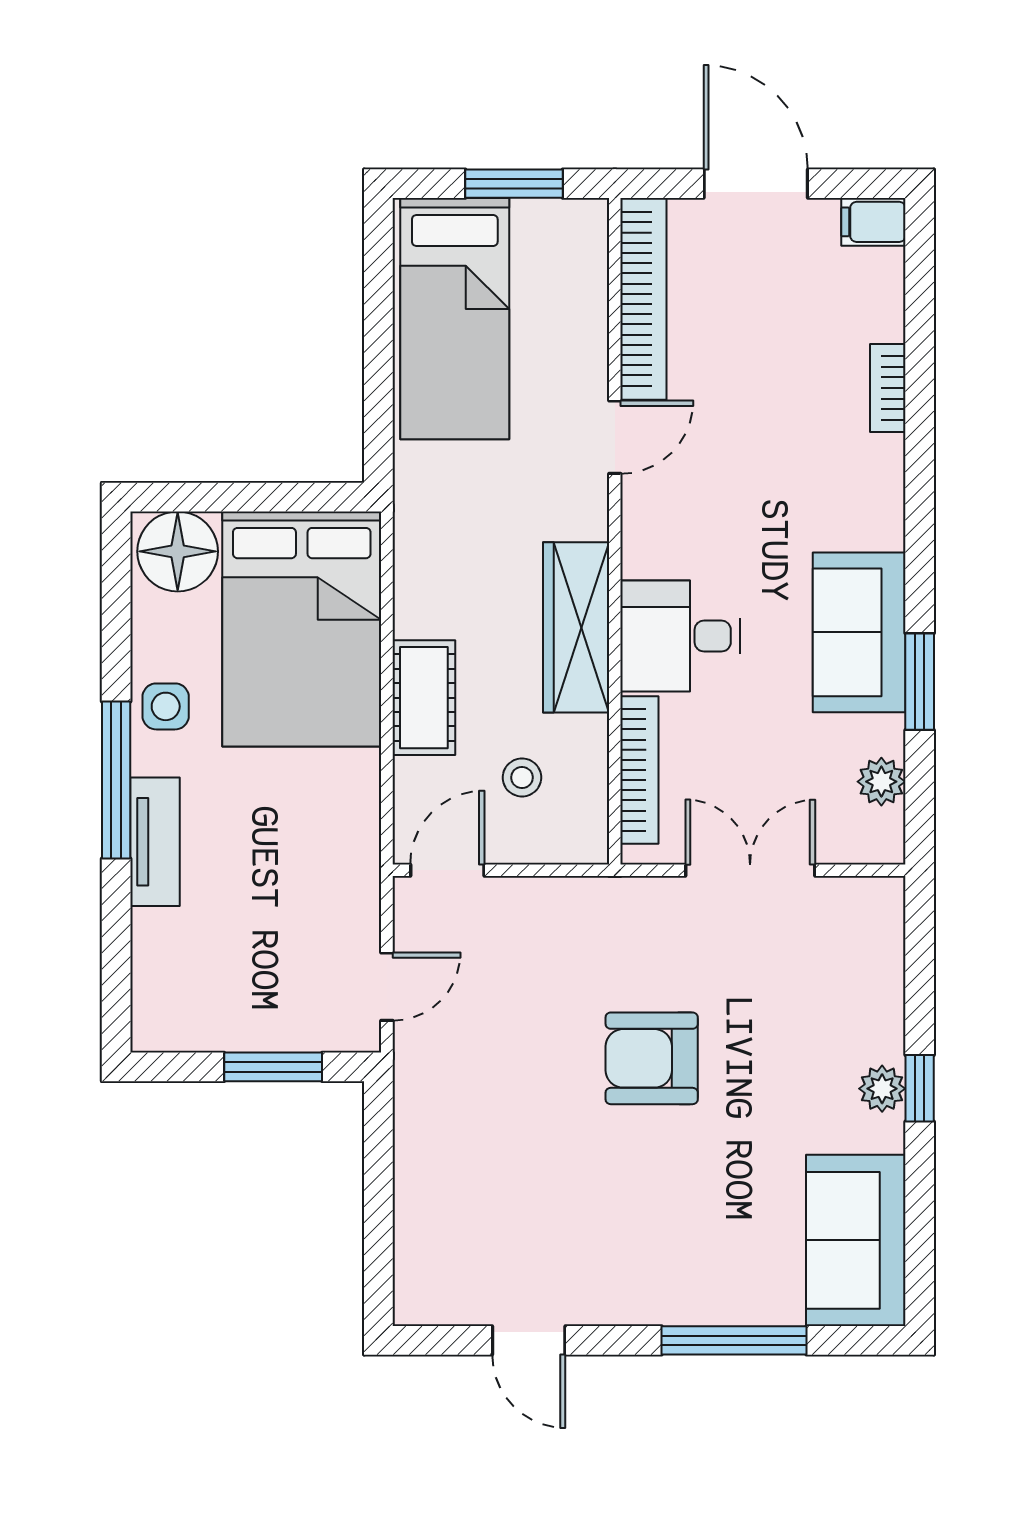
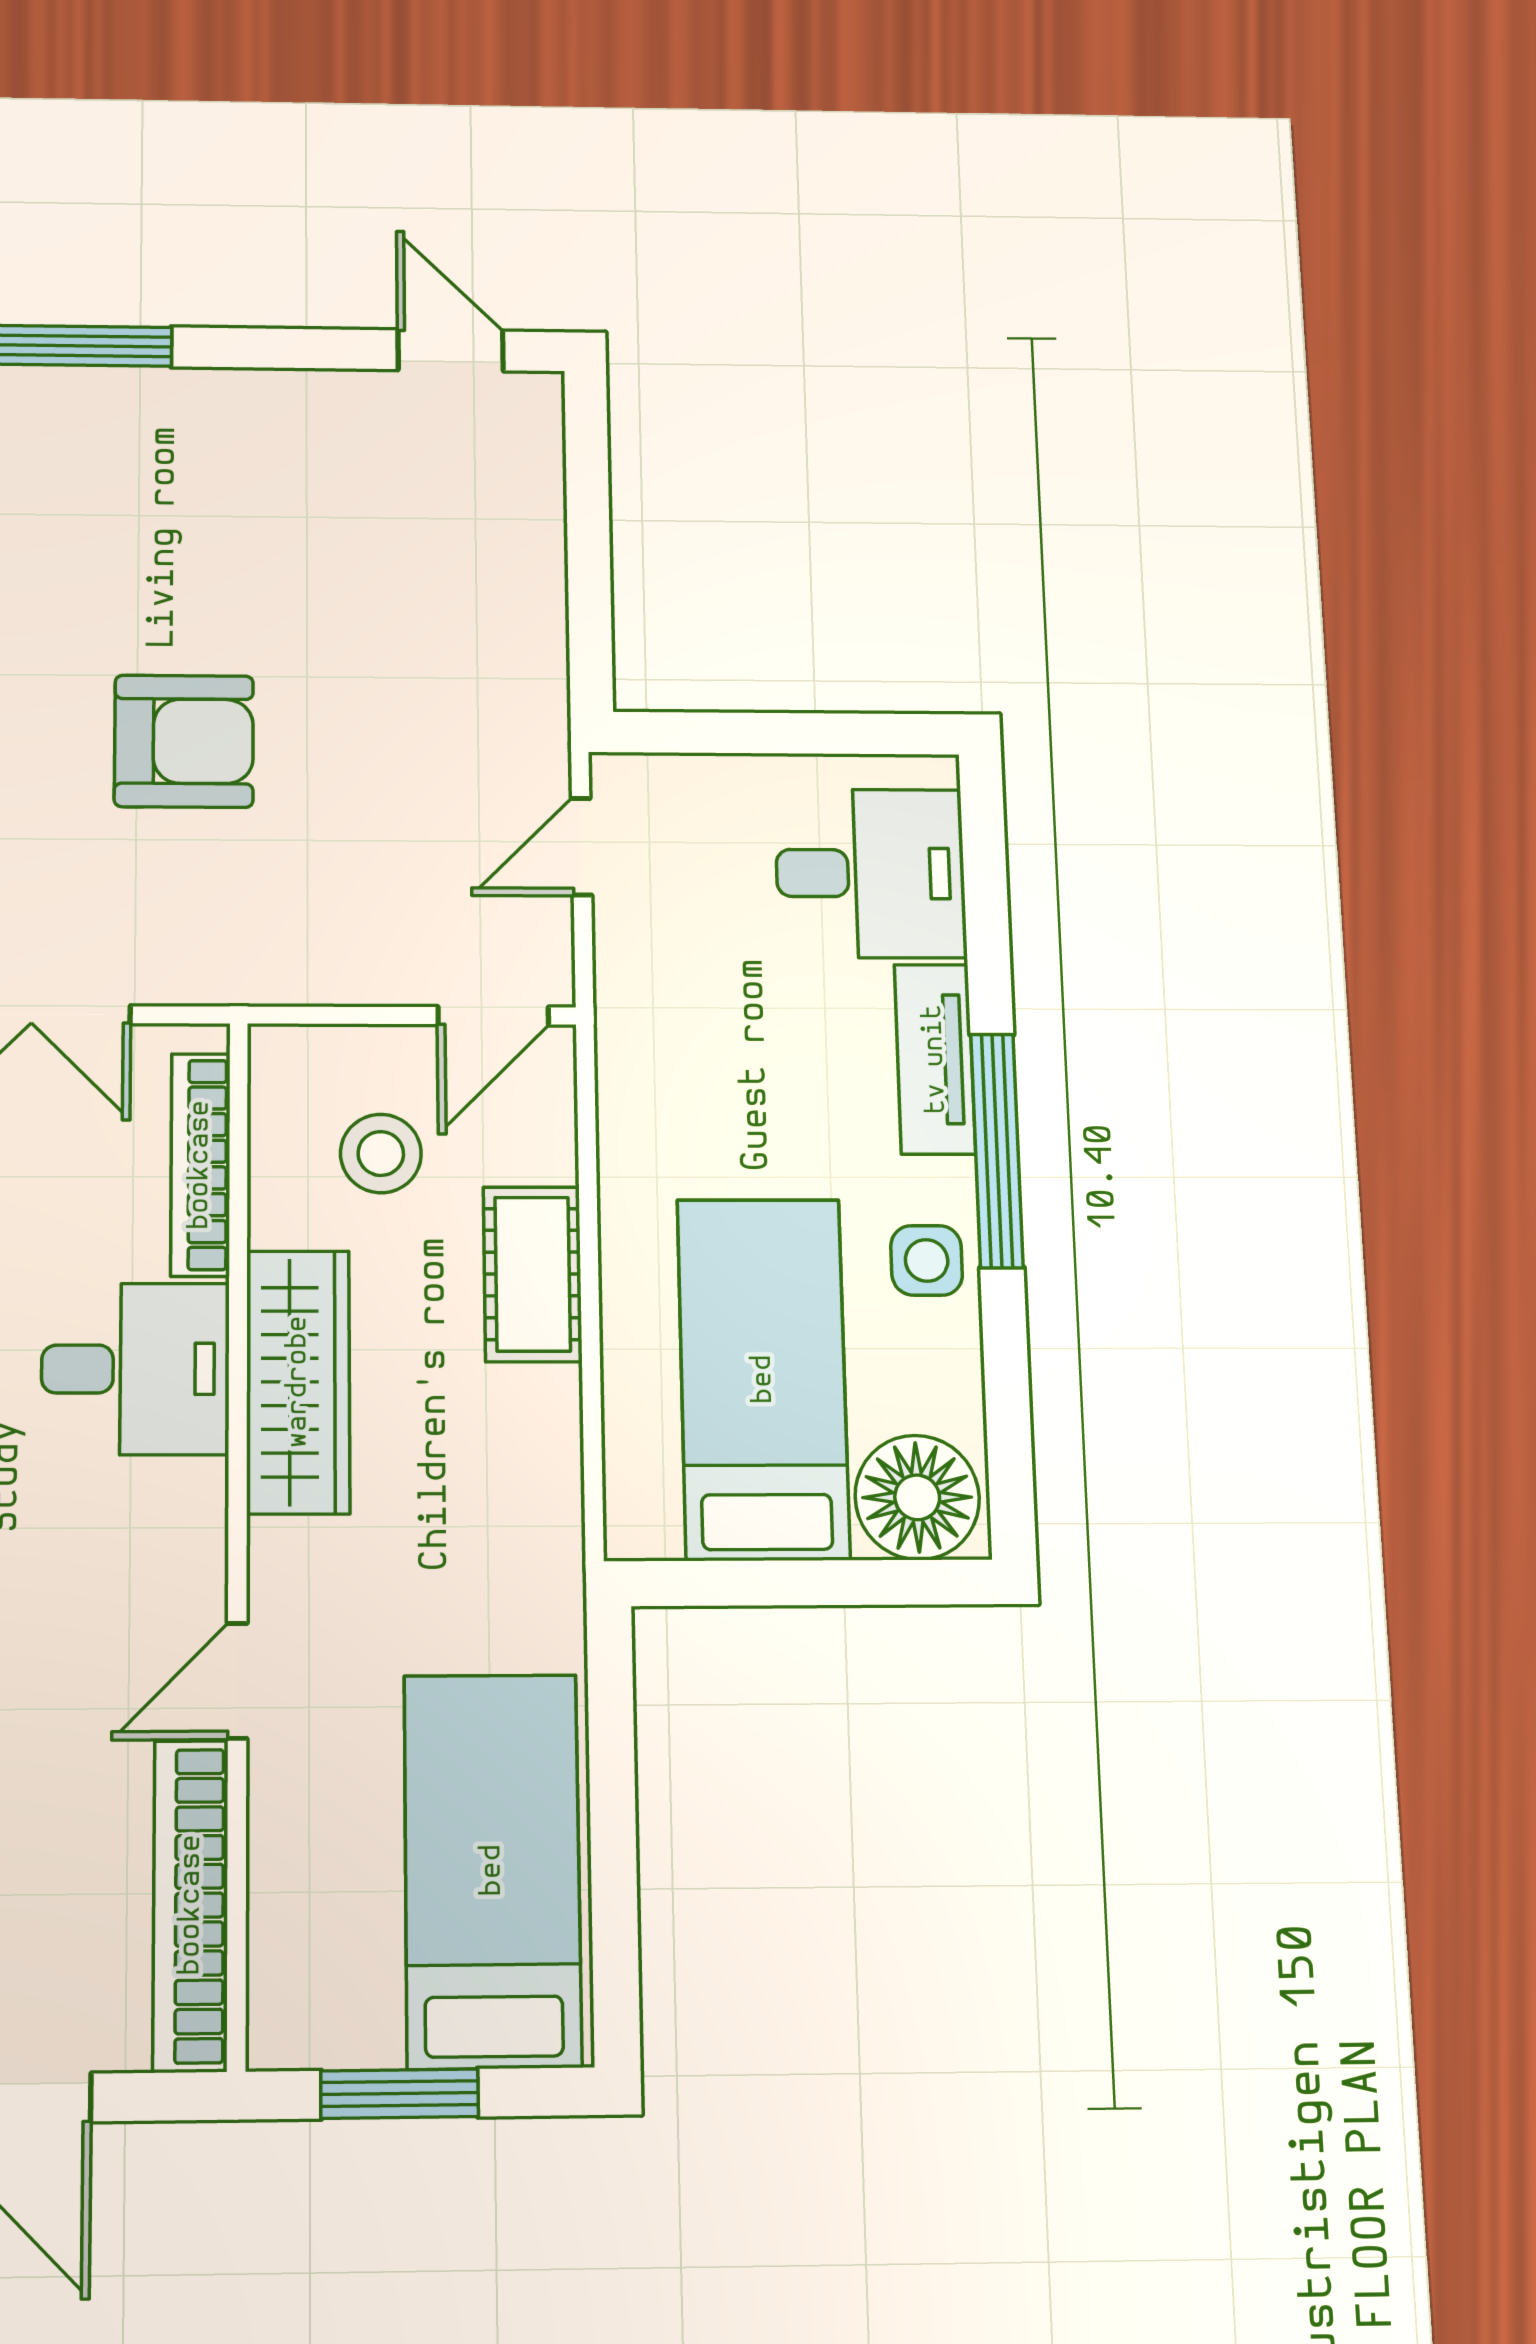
bed: (302, 629) -> (763, 1379), width x0.67
stool: (522, 777) -> (381, 1153), width x1.37, depth x1.37
desk: (193, 969) -> (871, 873), added
window: (273, 1067) -> (748, 733), removed
door: (529, 1340) -> (451, 350), moved

